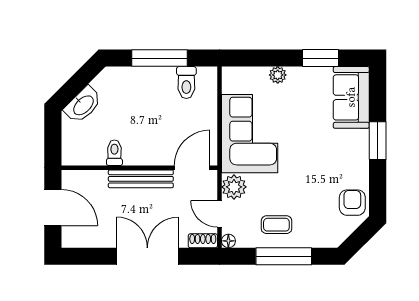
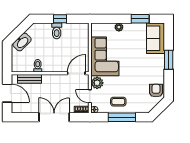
window: (160, 58) -> (60, 19), width x0.46
toilet: (186, 83) -> (57, 31), moved
bench: (141, 179) -> (29, 79), moved, width x0.73

